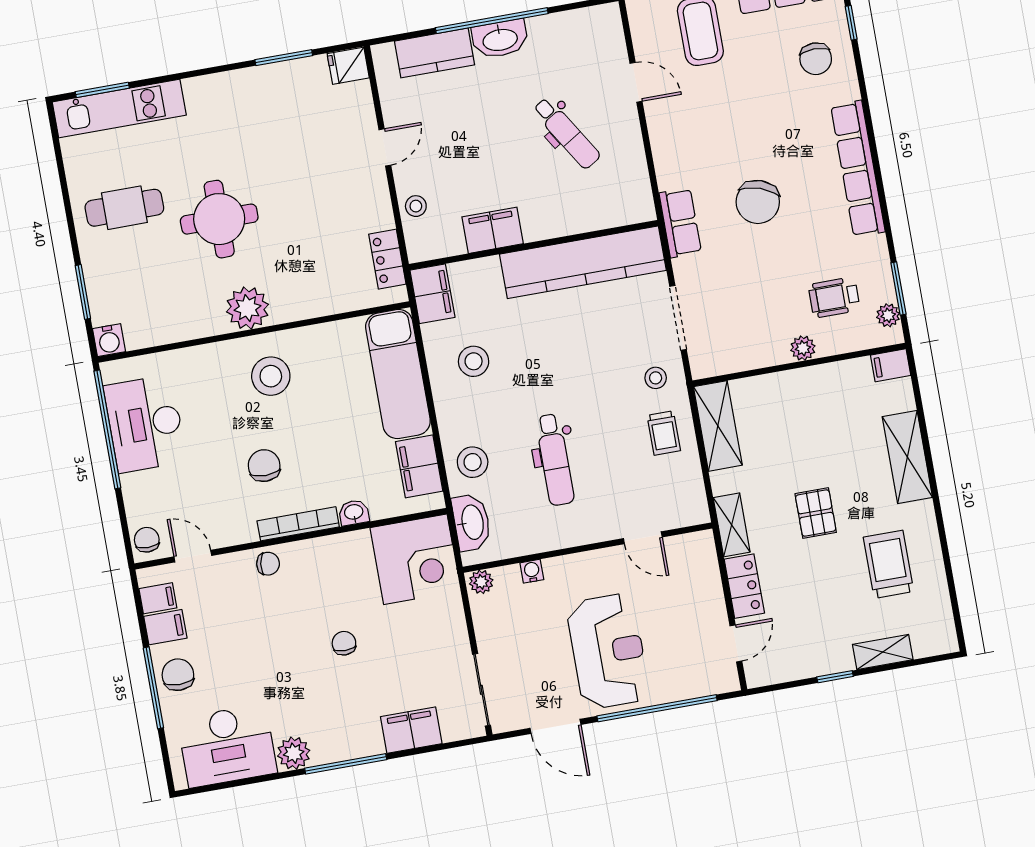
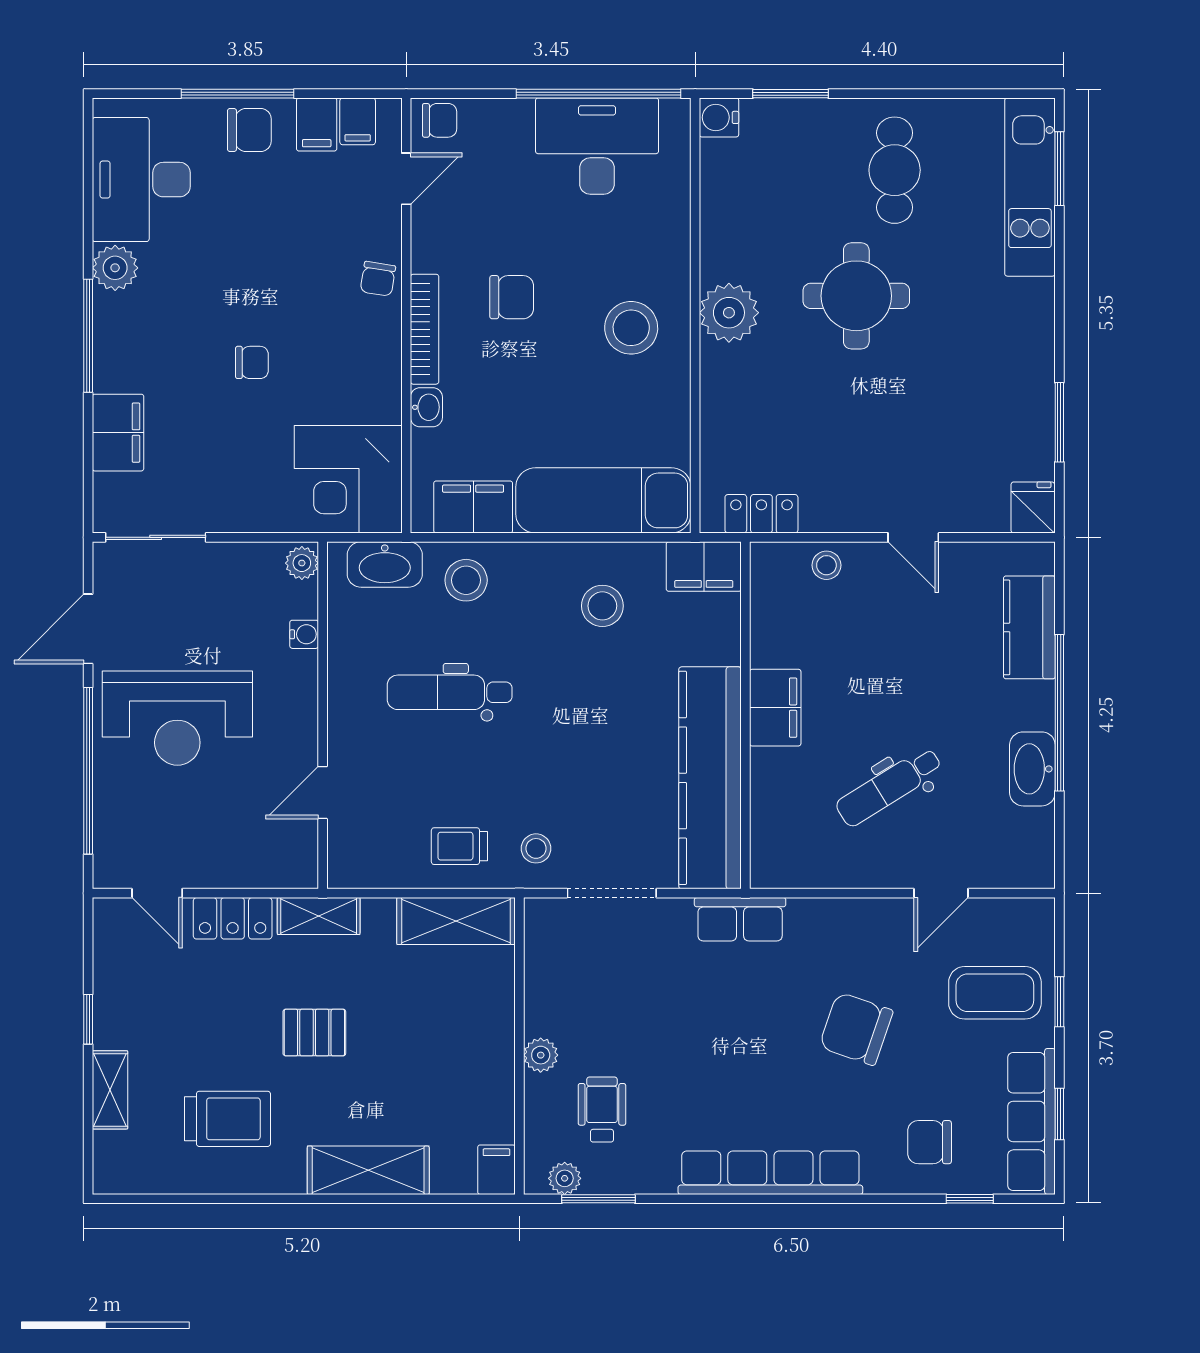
washbasin: (500, 39) -> (1032, 769), moved
chair: (758, 202) -> (856, 1029), moved
filing cabinet: (493, 230) -> (775, 708), moved

